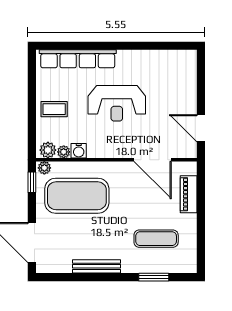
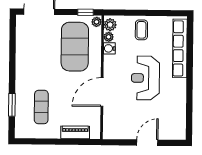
door: (201, 128) -> (147, 143), moved
door: (153, 160) -> (102, 92), moved
bench: (96, 266) -> (21, 61), removed

